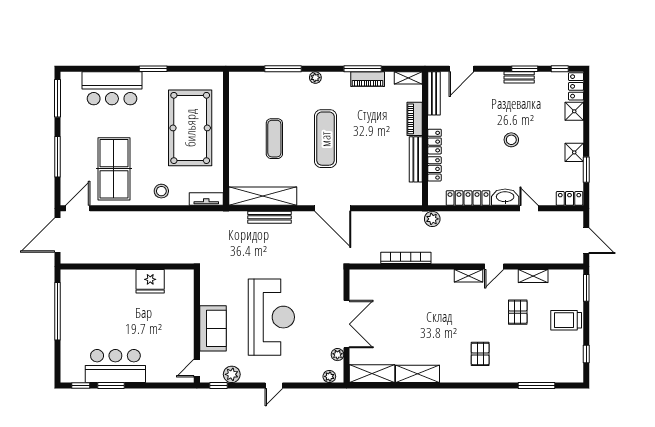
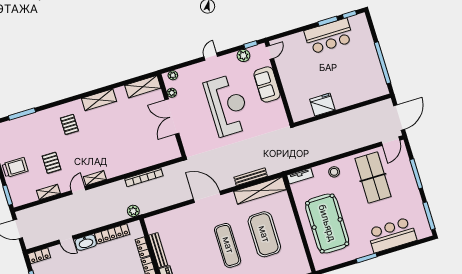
exercise mat: (274, 139) -> (264, 234), width x2.00, depth x1.45
reception desk: (271, 317) -> (227, 105), turned 180
shelving: (418, 374) -> (99, 100), moved

